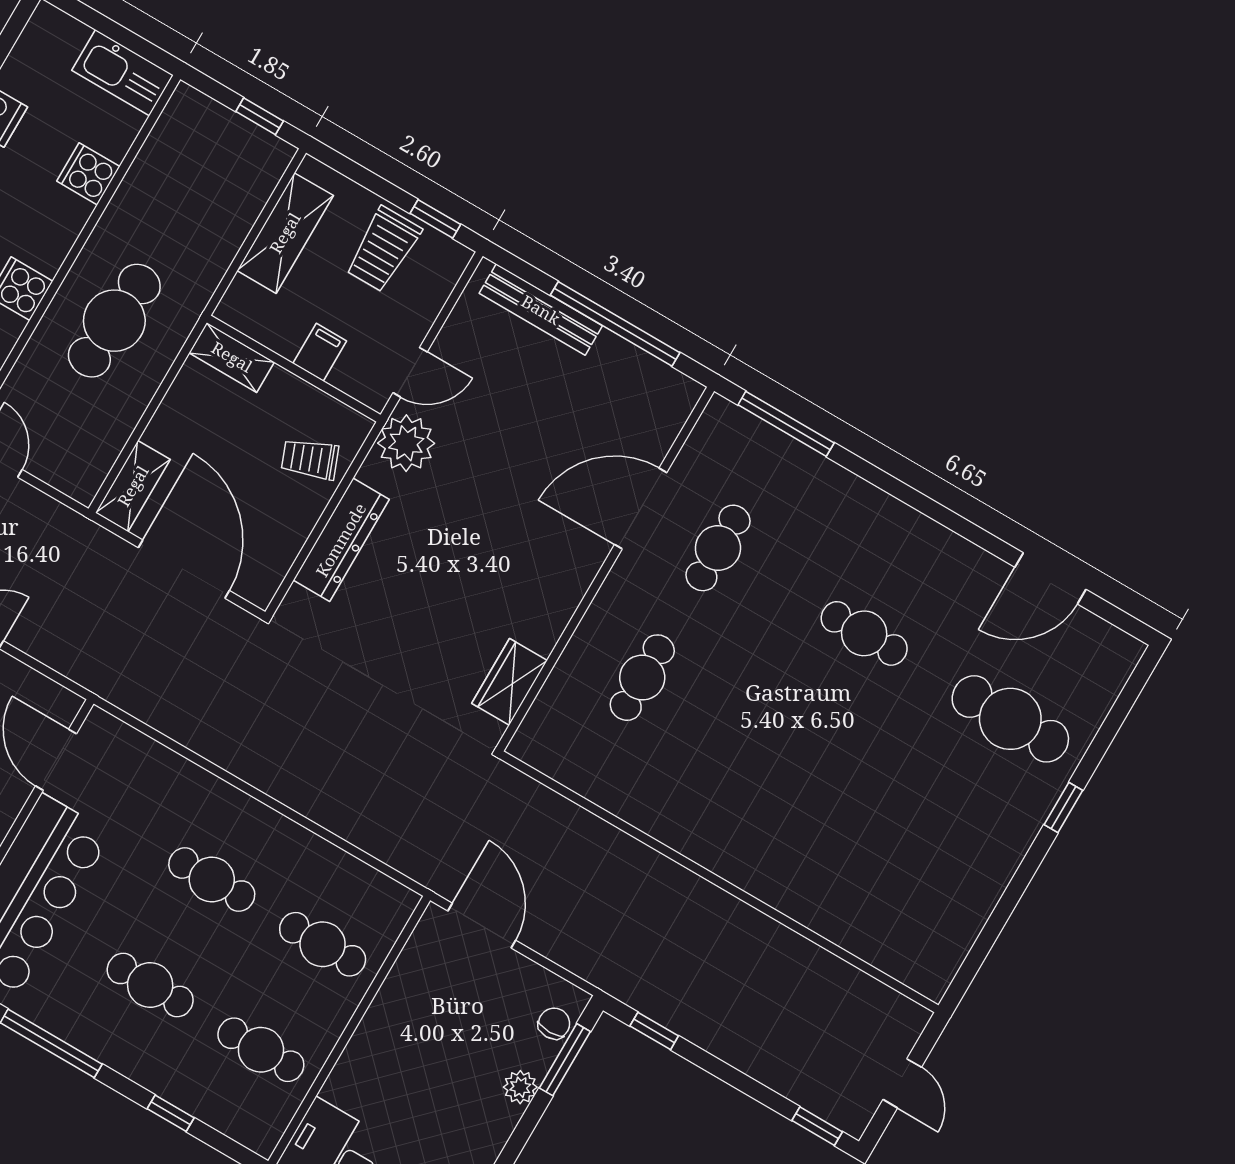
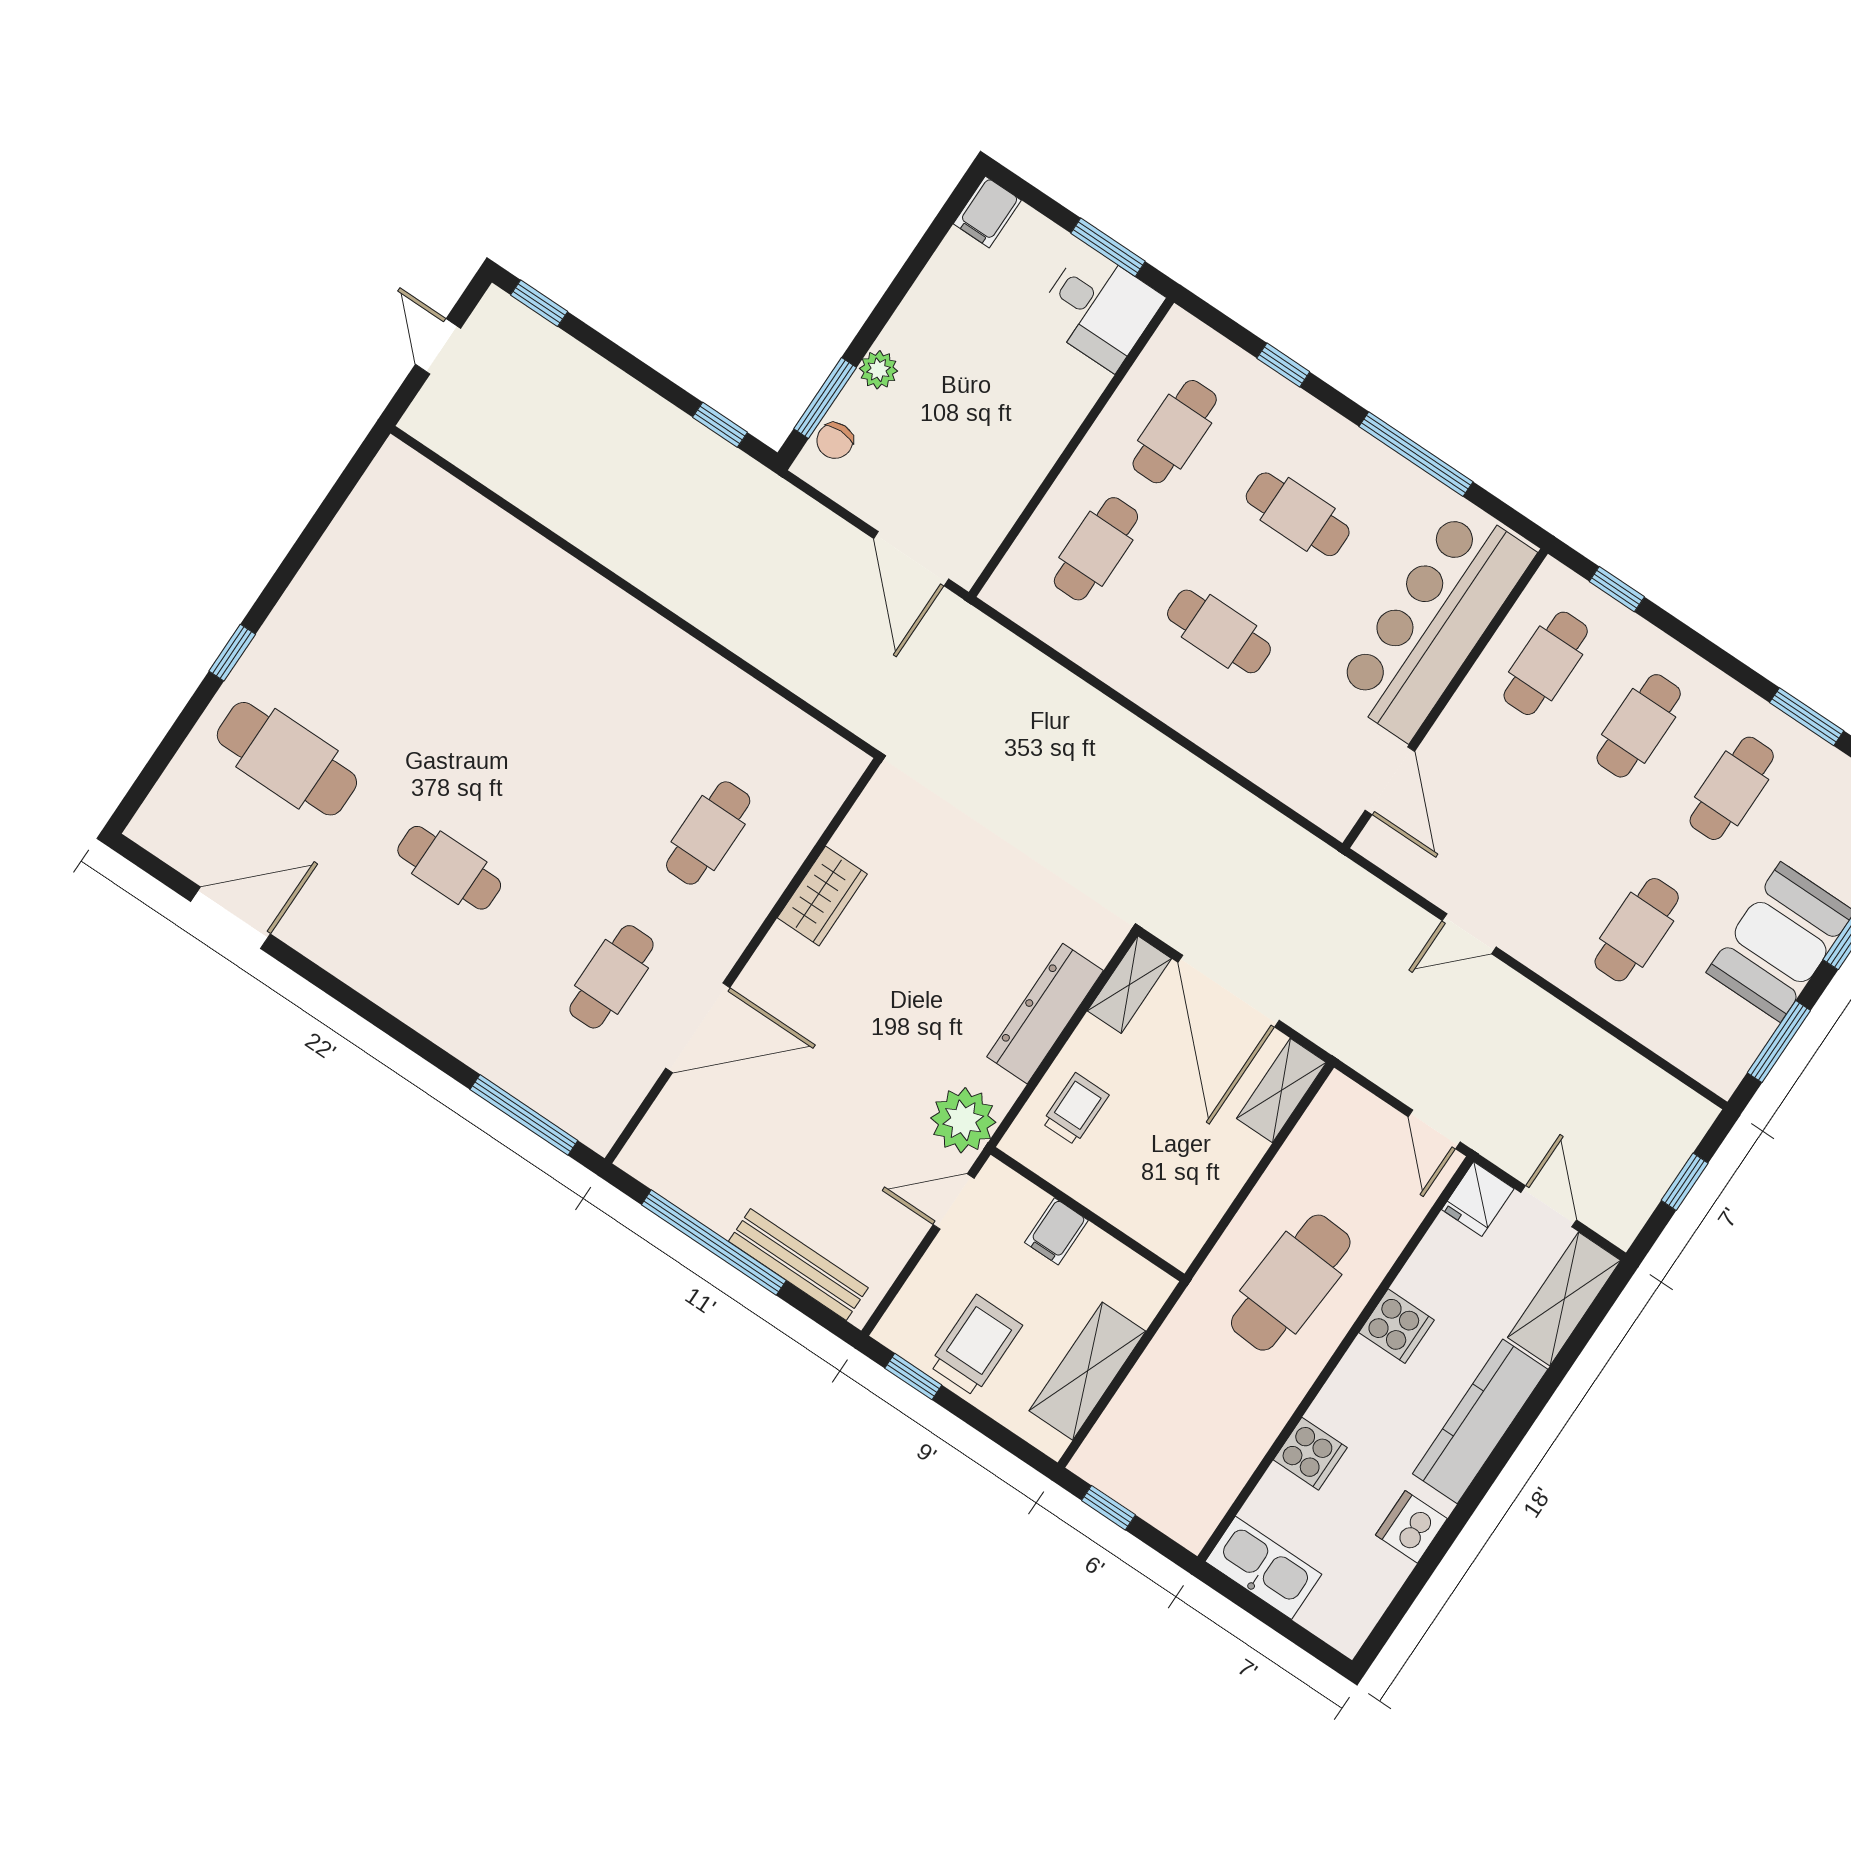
shelving: (232, 357) -> (1129, 985), moved, turned 90
trolley: (310, 459) -> (1075, 1109), turned -69
wardrobe: (510, 682) -> (822, 896), moved
cafe table: (323, 944) -> (1096, 549), turned 90
cafe table: (261, 1050) -> (1175, 432), turned 90

